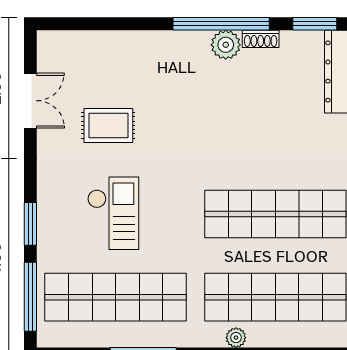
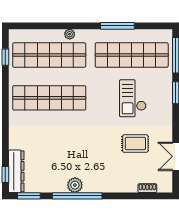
shoe rack: (261, 39) -> (147, 188), moved

